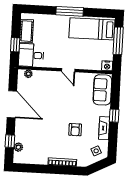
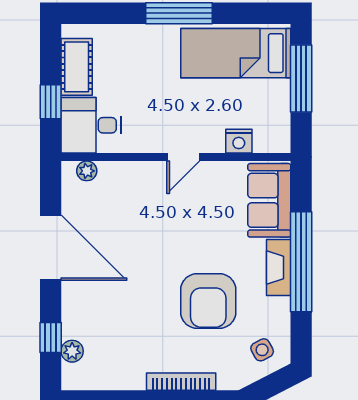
nightstand: (107, 66) -> (239, 141), moved
door: (68, 70) -> (183, 157), hinge flipped
window: (114, 116) -> (301, 262), width x3.17
fireplace: (104, 128) -> (279, 267), moved
armchair: (75, 130) -> (208, 301), width x1.88, depth x1.88

